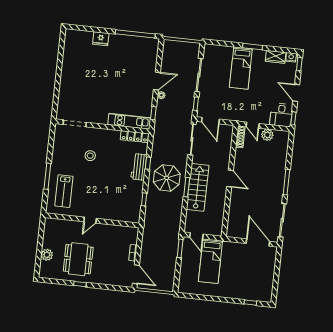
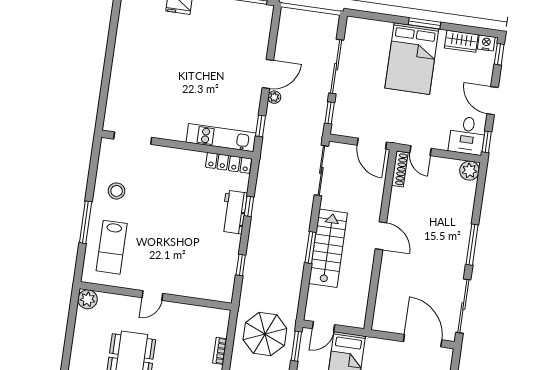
bed: (241, 68) -> (412, 59), width x1.50
door: (210, 121) -> (372, 144), moved
plant: (267, 135) -> (469, 171), moved
stool: (90, 156) -> (117, 191), moved
parasol: (167, 178) -> (265, 334), moved
door: (196, 236) -> (324, 327), hinge flipped
plant: (47, 255) -> (88, 299), moved

